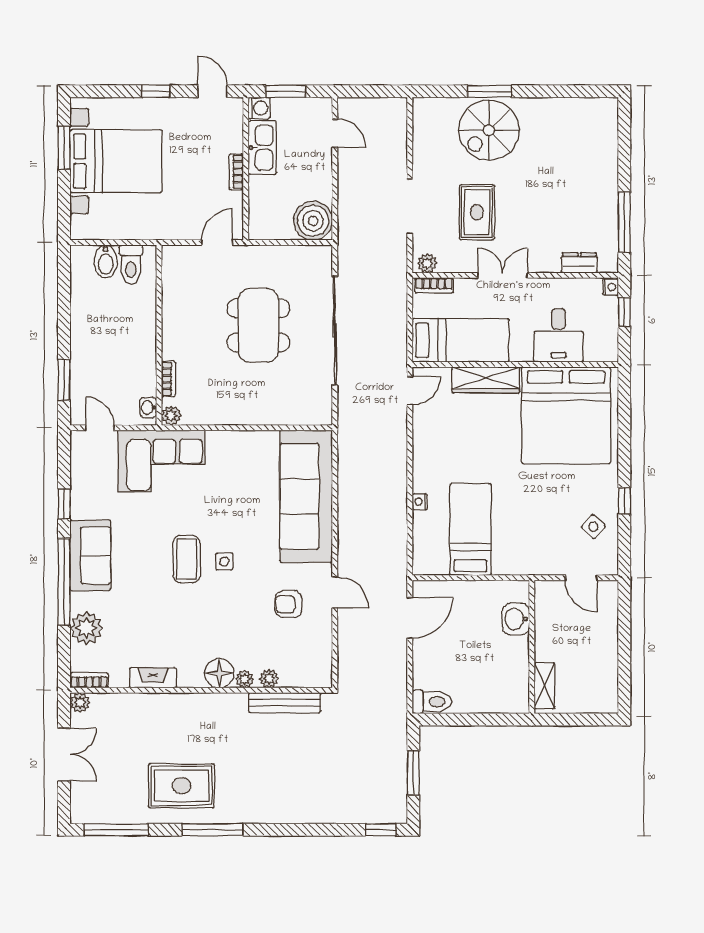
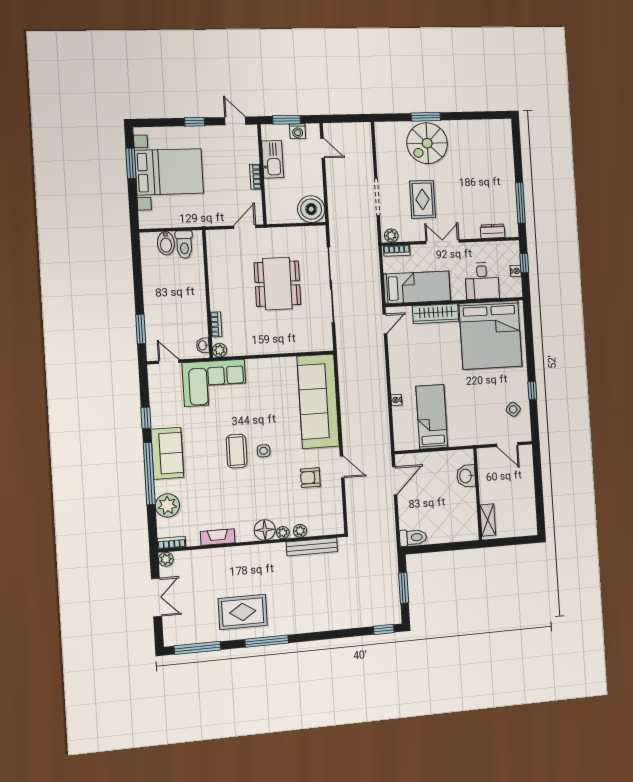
washing machine: (259, 108) -> (298, 131), moved, turned 90
nightstand: (611, 287) -> (516, 271), moved

